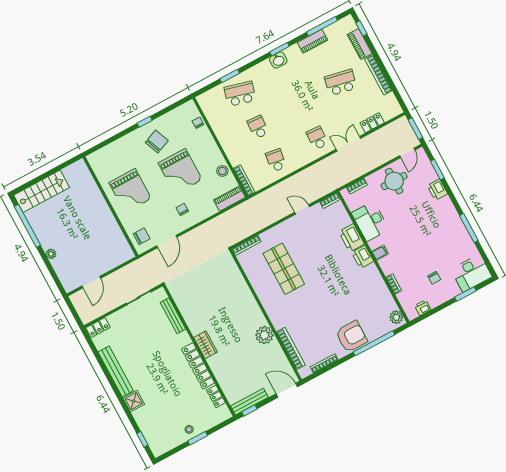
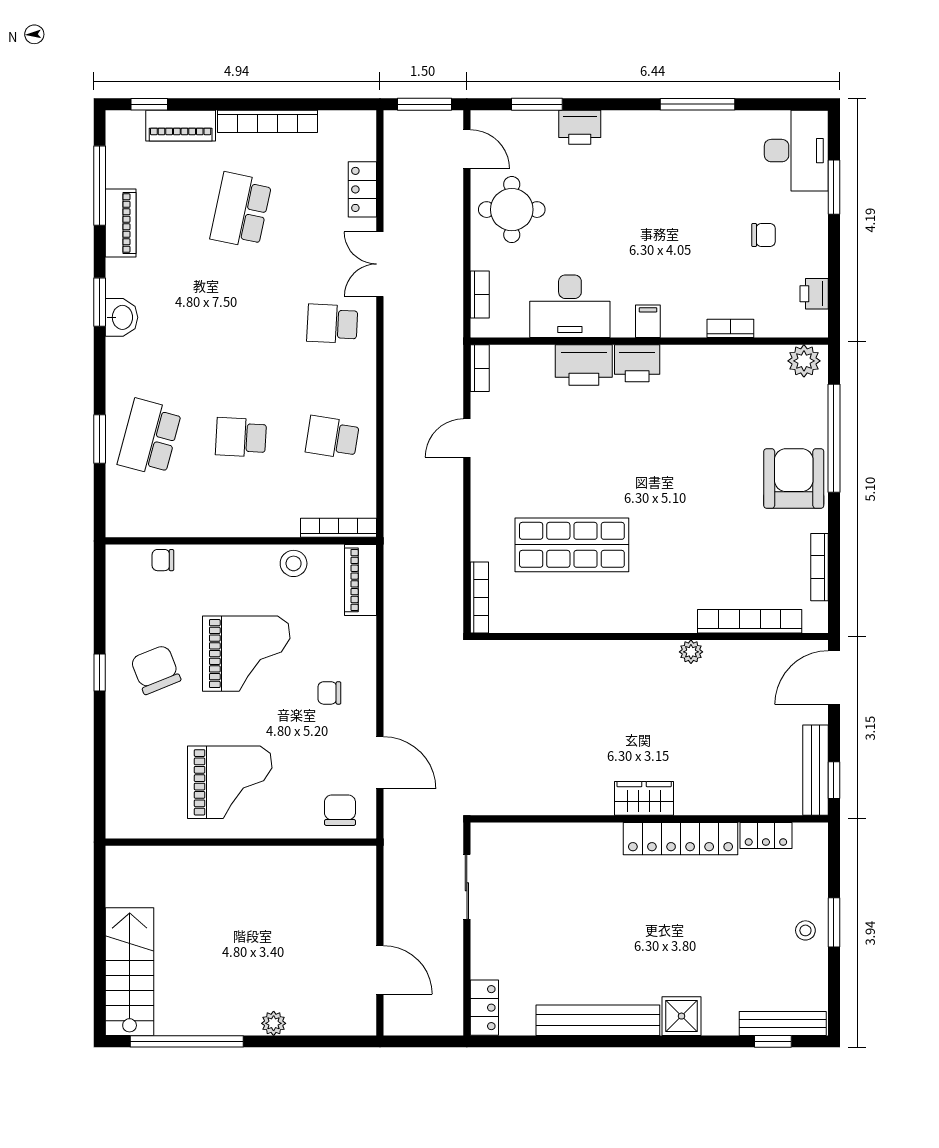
bench: (173, 316) -> (783, 1023), moved
plant: (264, 335) -> (691, 652), width x0.53, depth x0.53

